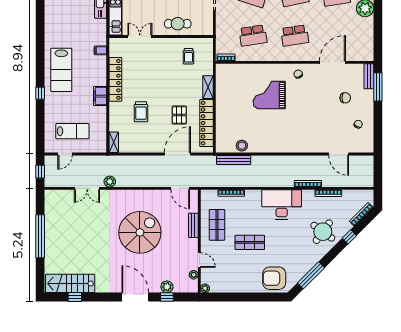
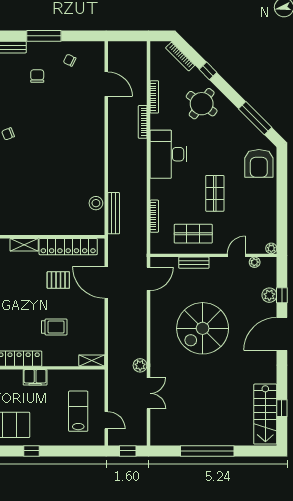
window: (378, 87) -> (44, 36), moved
grand piano: (269, 95) -> (34, 170), removed
door: (339, 154) -> (106, 84), hinge flipped
spiral stairs: (140, 232) -> (203, 328), turned -90

